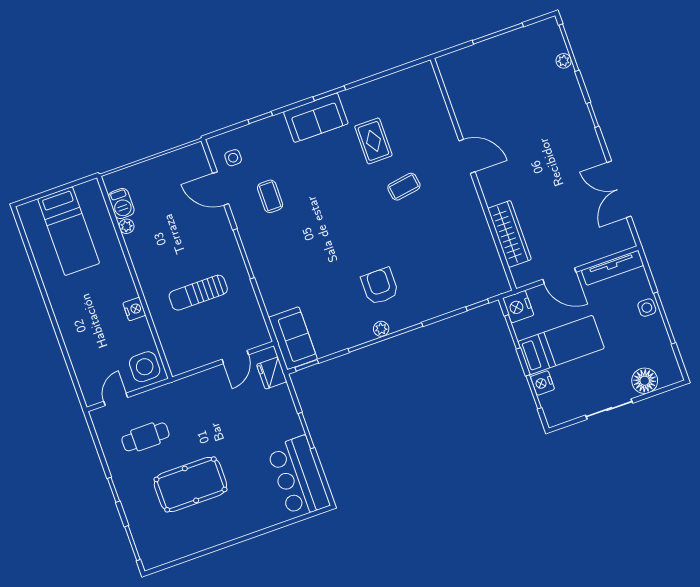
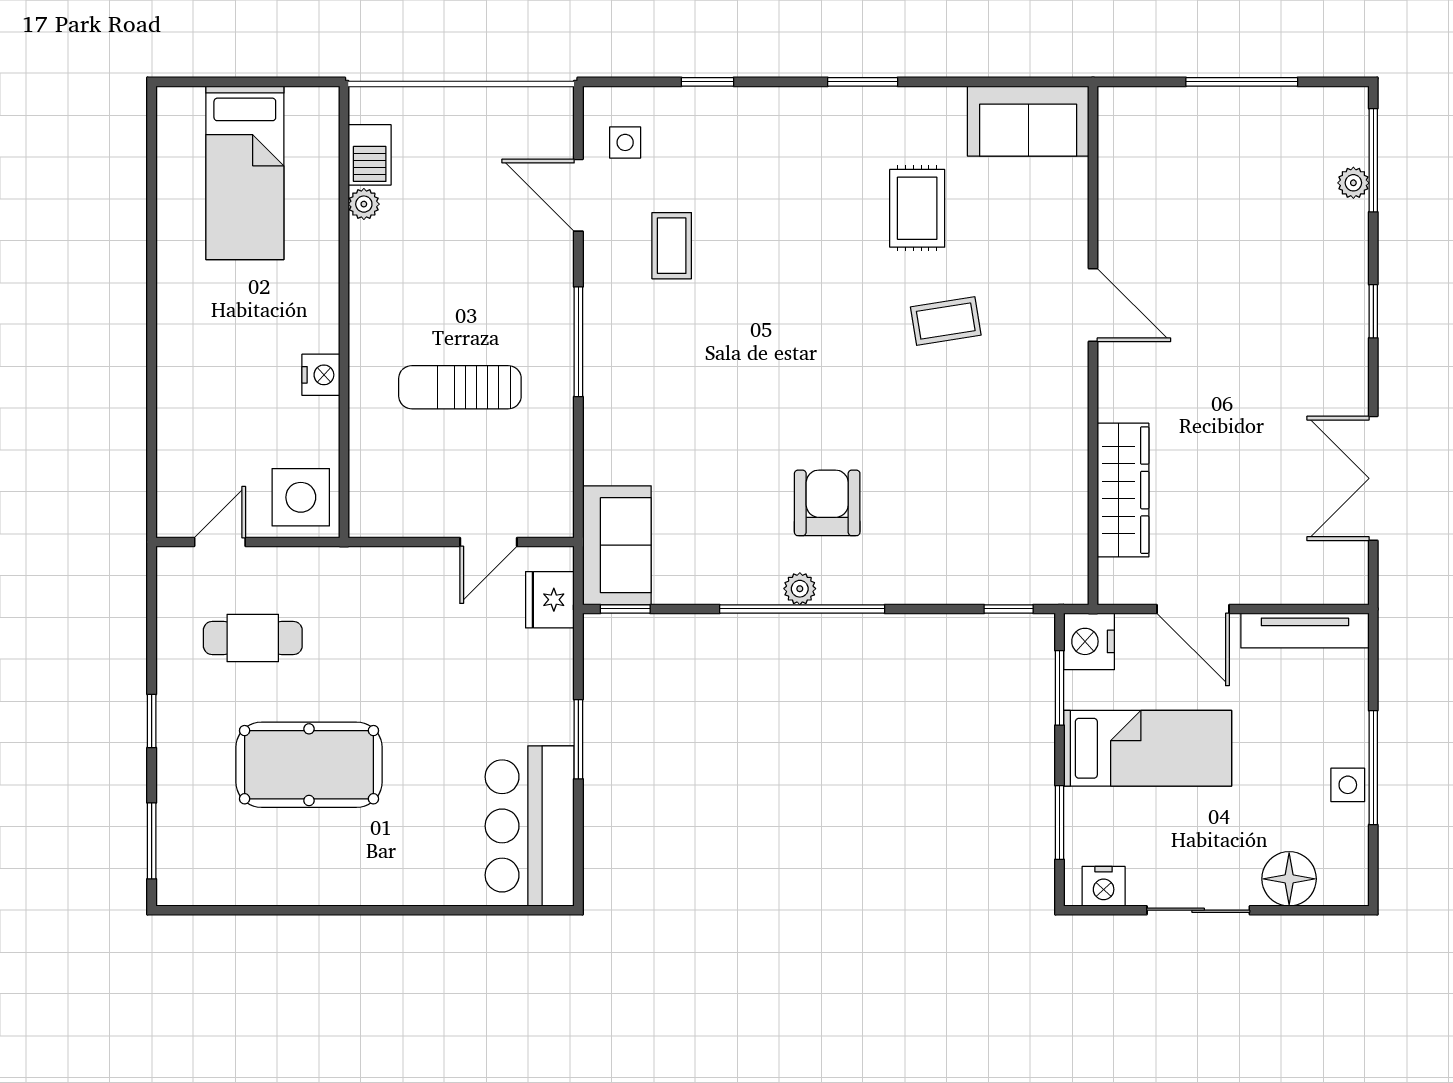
sofa: (316, 118) -> (1028, 121), moved
side table: (647, 308) -> (1348, 785), moved
nightstand: (542, 383) -> (1104, 886), moved, turned -90

